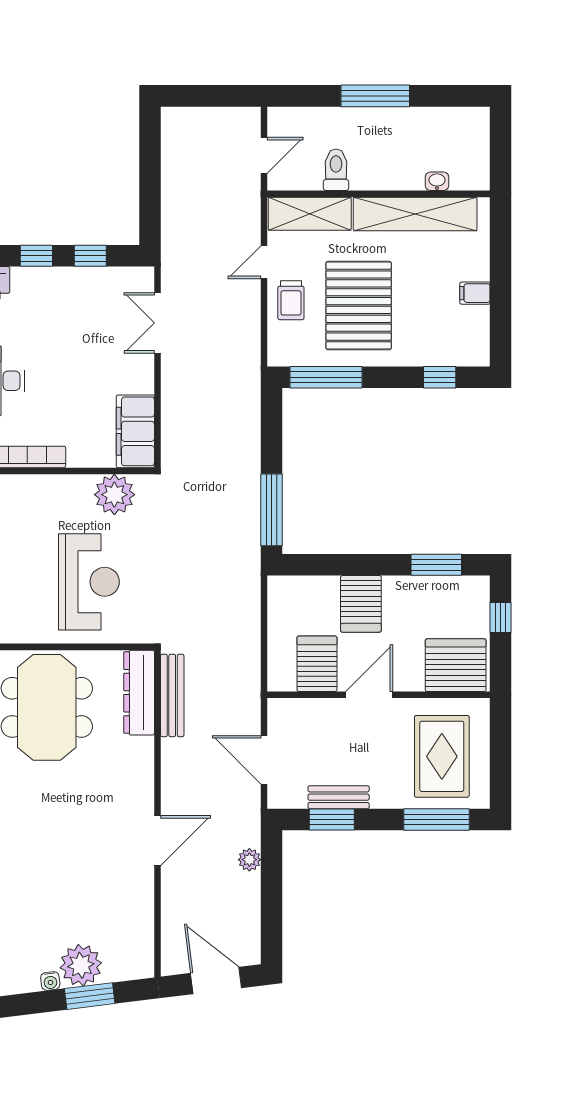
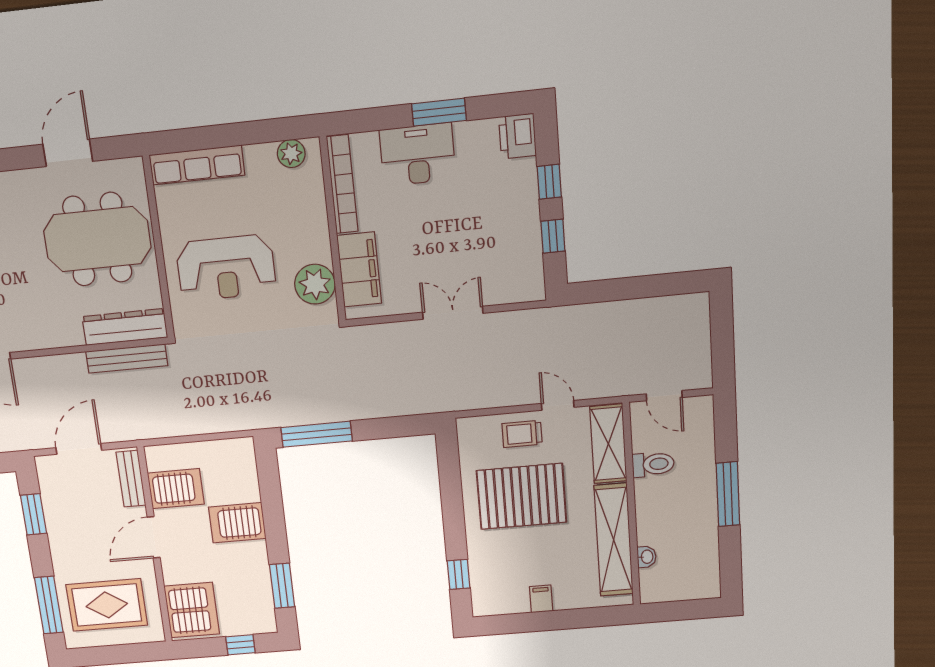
double door: (157, 323) -> (453, 313), moved
window: (326, 377) -> (450, 473), removed
filing cabinet: (135, 431) -> (359, 270), moved, turned 90
door: (369, 695) -> (154, 537), swing flipped
bench: (339, 797) -> (131, 479), moved

